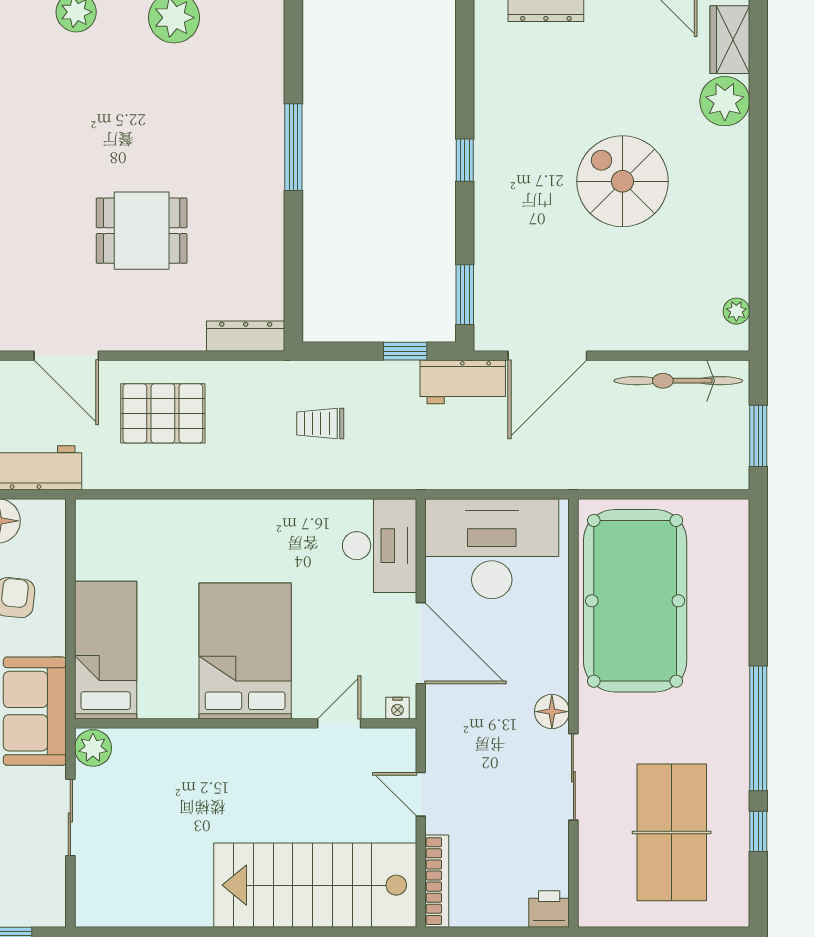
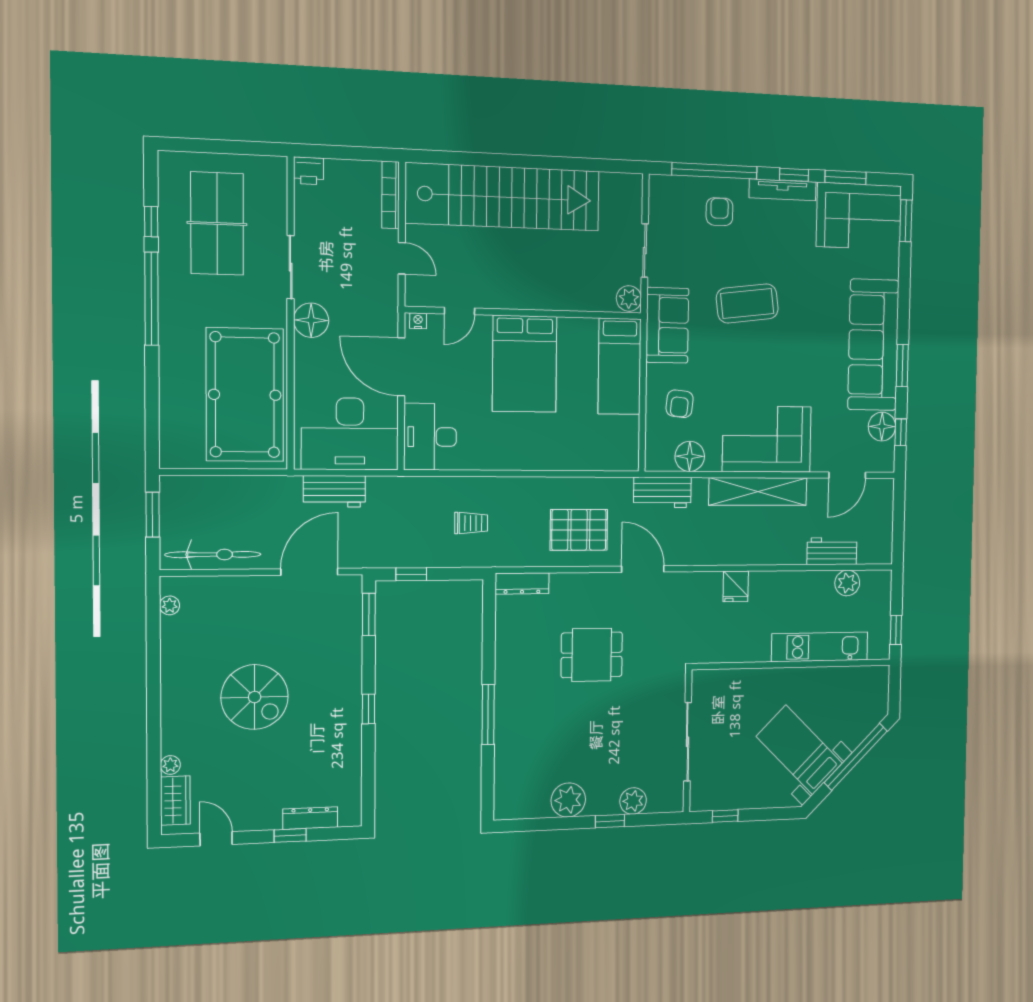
plant: (725, 101) -> (170, 765), width x0.53, depth x0.53
workbench: (463, 382) -> (334, 491), moved, turned 180
floor lamp: (552, 712) -> (311, 320), width x1.38, depth x1.38
stairs: (315, 885) -> (503, 197), width x1.36

